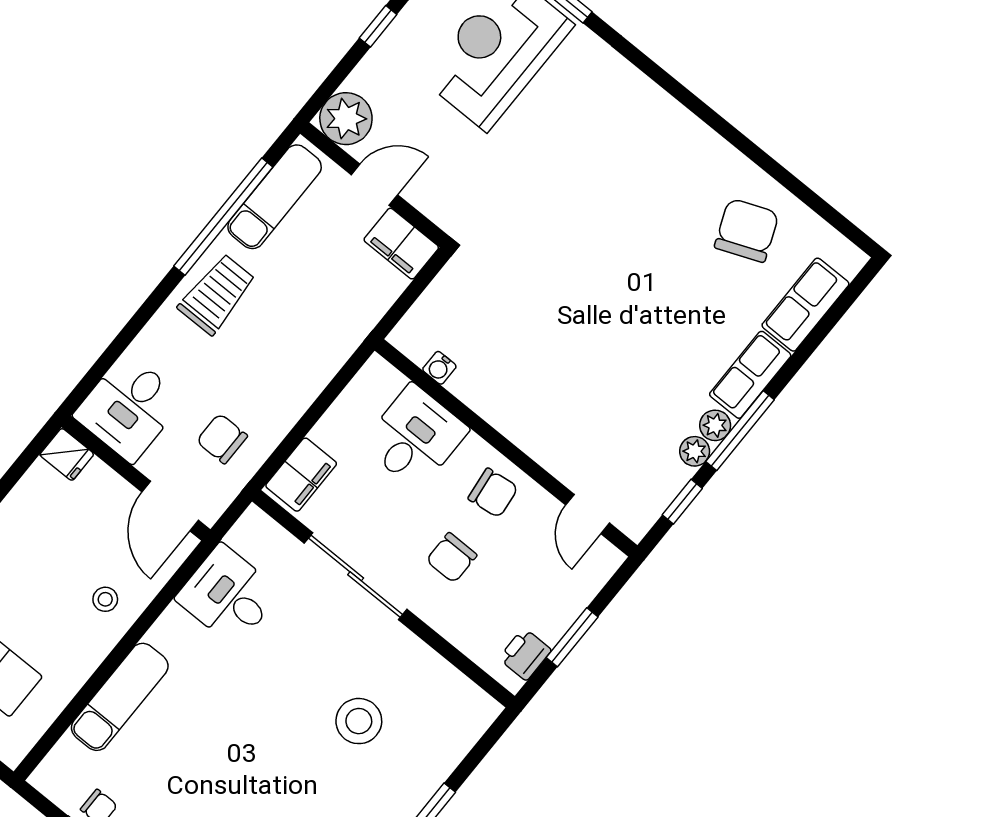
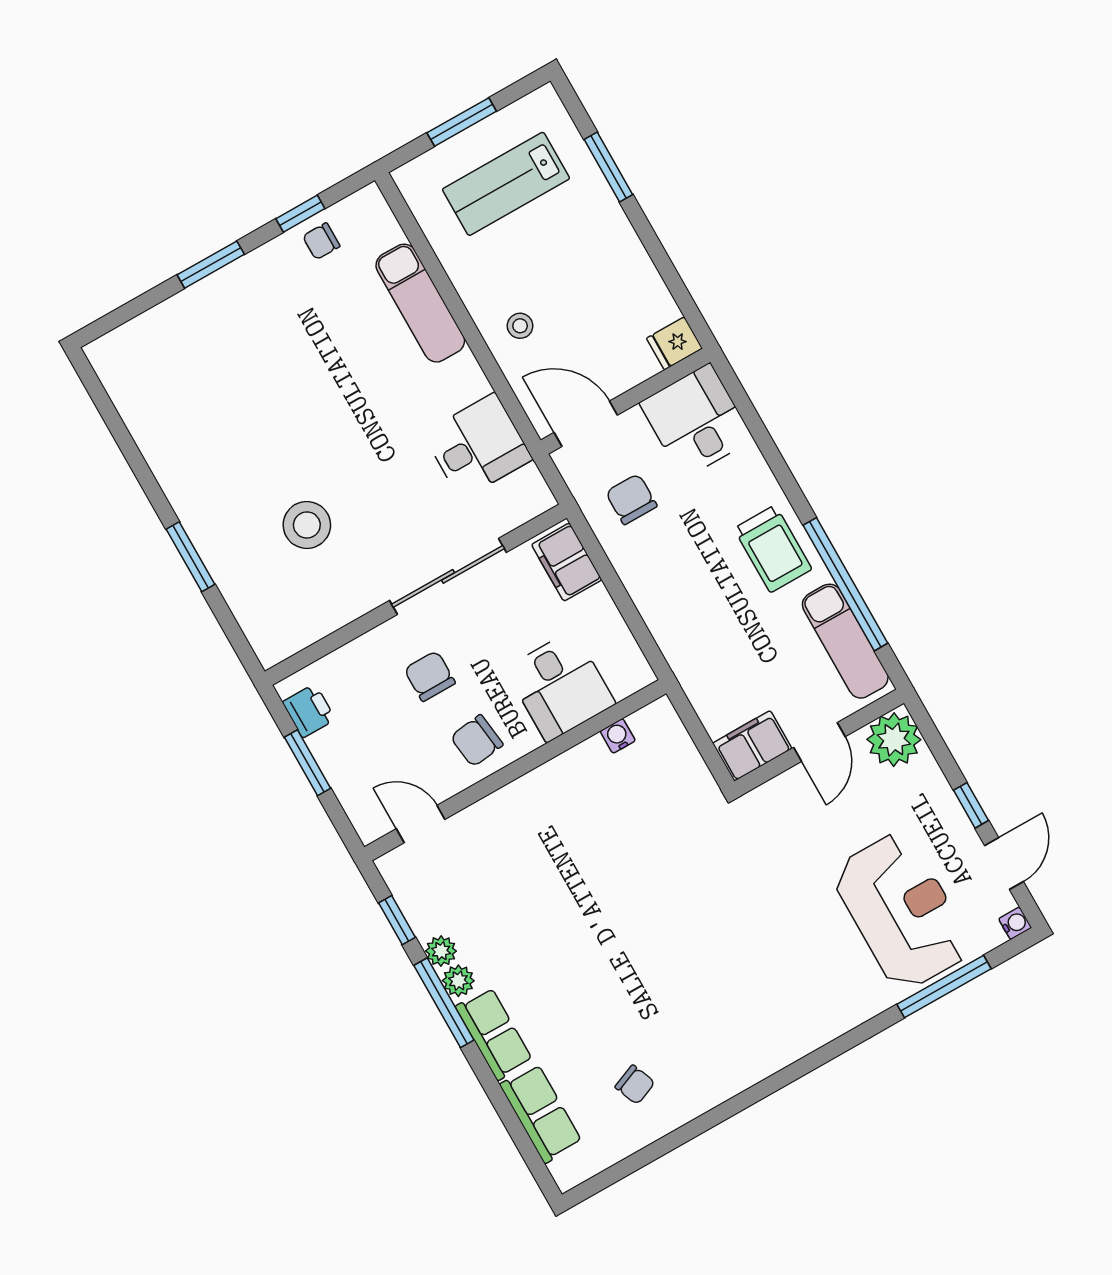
chair: (747, 230) -> (635, 1085), width x0.54, depth x0.54
chair: (222, 439) -> (631, 499), turned -90

